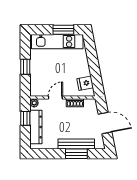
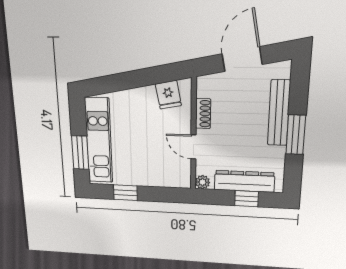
window: (63, 30) -> (80, 153), moved
window: (25, 67) -> (125, 193), moved
window: (25, 118) -> (247, 199), moved
window: (76, 154) -> (296, 135), moved

